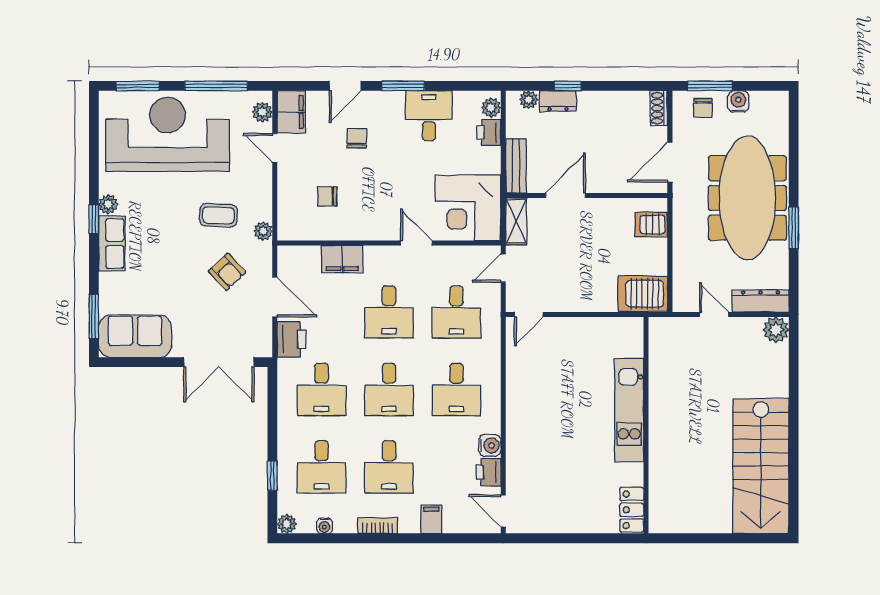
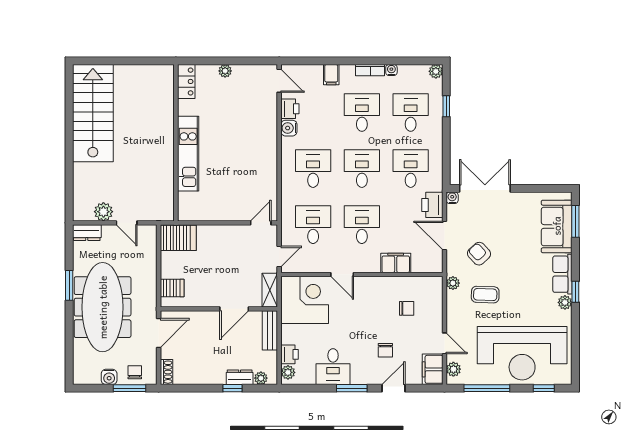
window: (138, 86) -> (544, 388), width x0.67
dresser: (761, 301) -> (87, 233), width x0.70
plant: (776, 330) -> (103, 212), moved
sofa: (135, 336) -> (557, 226), moved, turned 90
water cooler: (264, 349) -> (452, 198), added
plant: (578, 525) -> (225, 71), added
water cooler: (324, 526) -> (391, 70), moved

